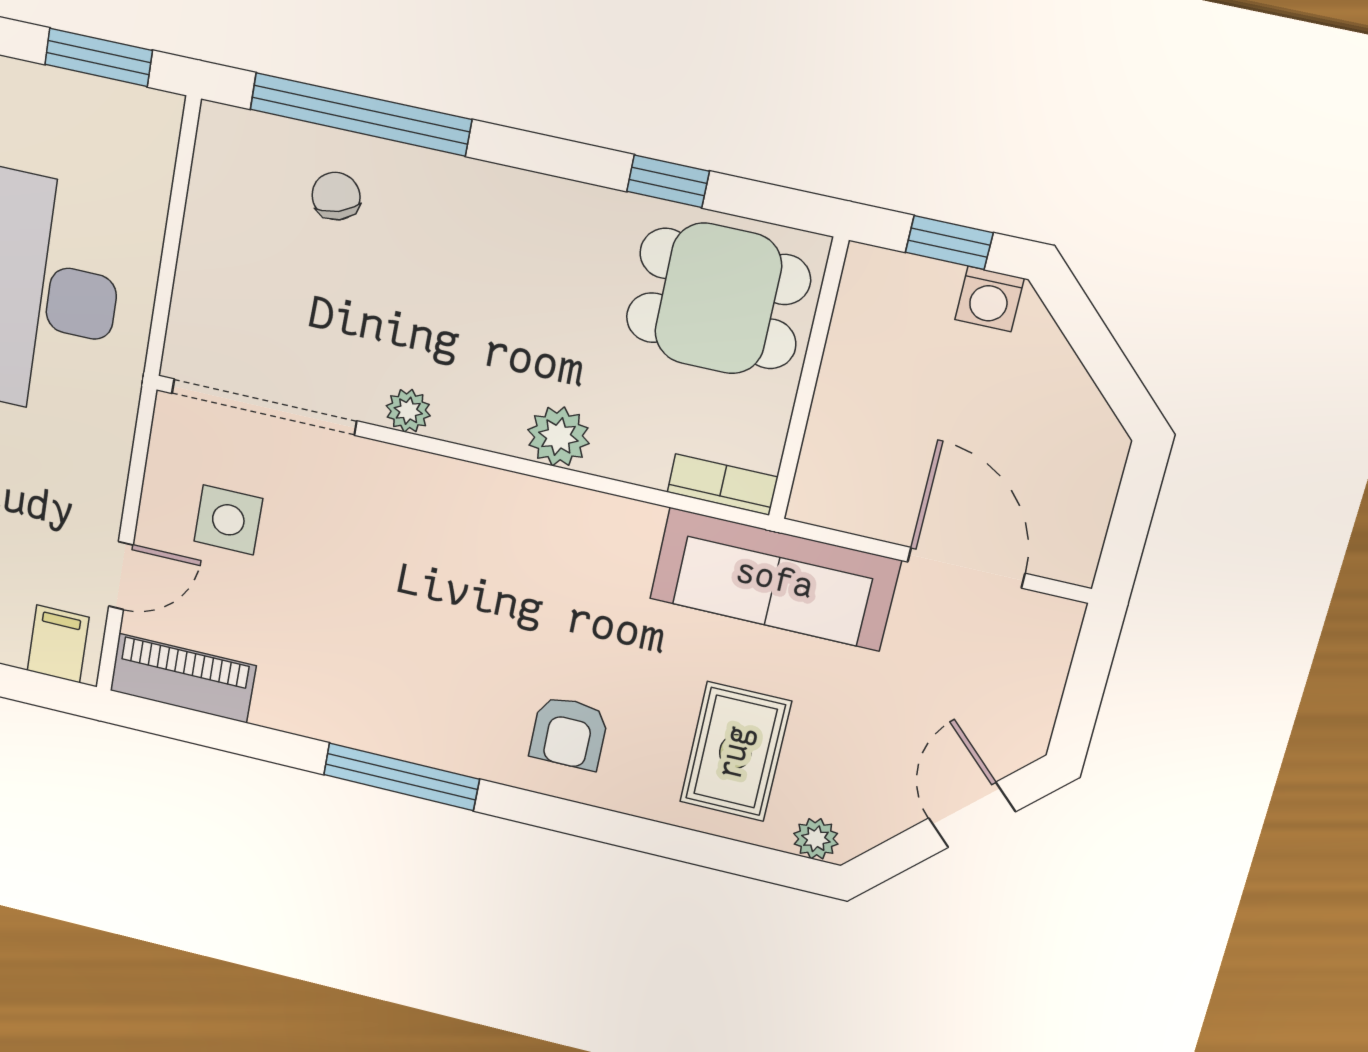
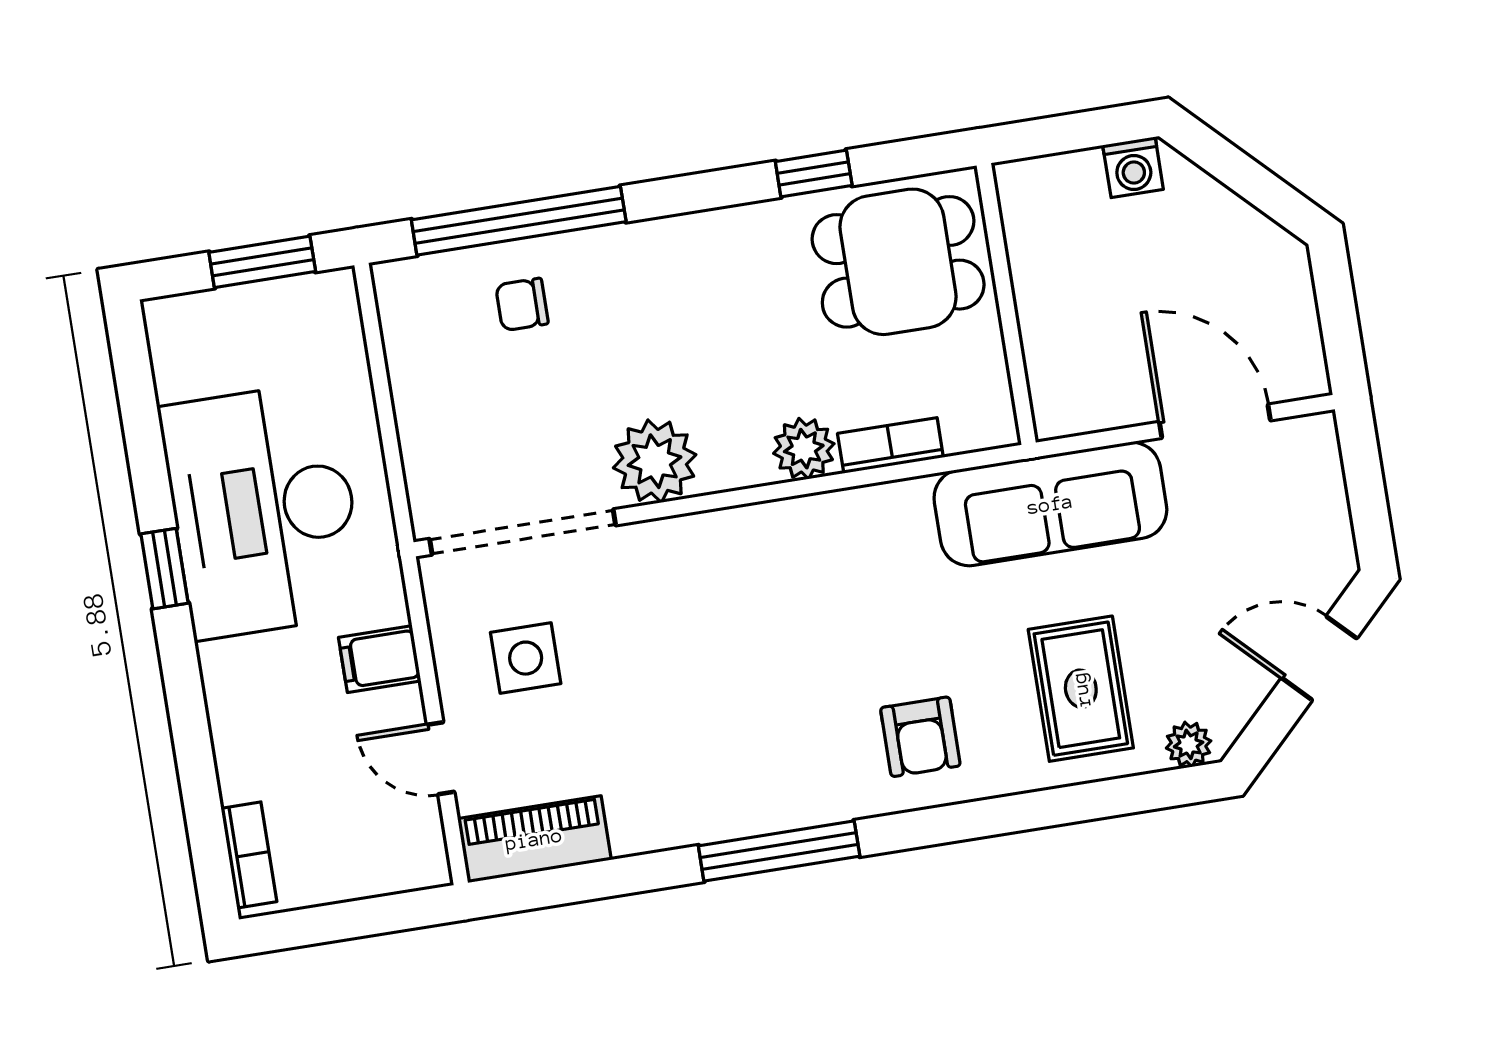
chair: (336, 196) -> (522, 304), turned -71
window: (949, 243) -> (1078, 131), removed
plant: (408, 411) -> (655, 461), width x1.88, depth x1.88
bookcase: (723, 484) -> (890, 445), moved
door: (121, 576) -> (441, 758), swing flipped
filing cabinet: (58, 644) -> (380, 659), moved, turned -90
door: (972, 815) -> (1319, 658), hinge flipped

